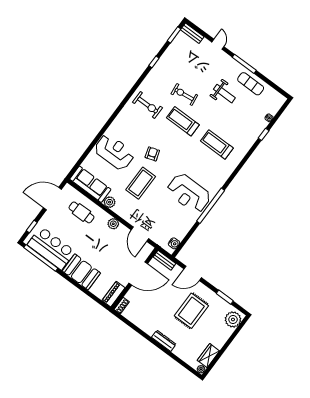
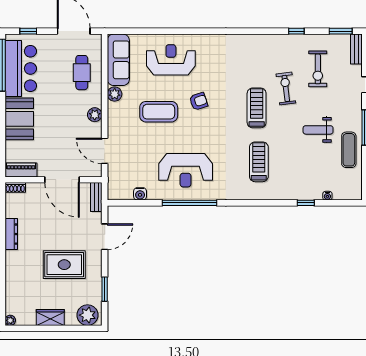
weight bench: (224, 94) -> (318, 130), turned 90
exercise bike: (148, 105) -> (318, 69), moved
reception desk: (114, 152) -> (171, 60), turned -90
reception desk: (189, 193) -> (186, 170), turned -90
door: (140, 234) -> (105, 151), hinge flipped
water cooler: (174, 243) -> (140, 194), moved
door: (193, 273) -> (105, 237), swing flipped
dresser: (164, 341) -> (11, 234), moved
wardrobe: (208, 356) -> (50, 318), moved

